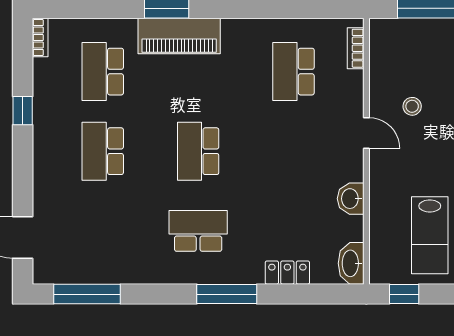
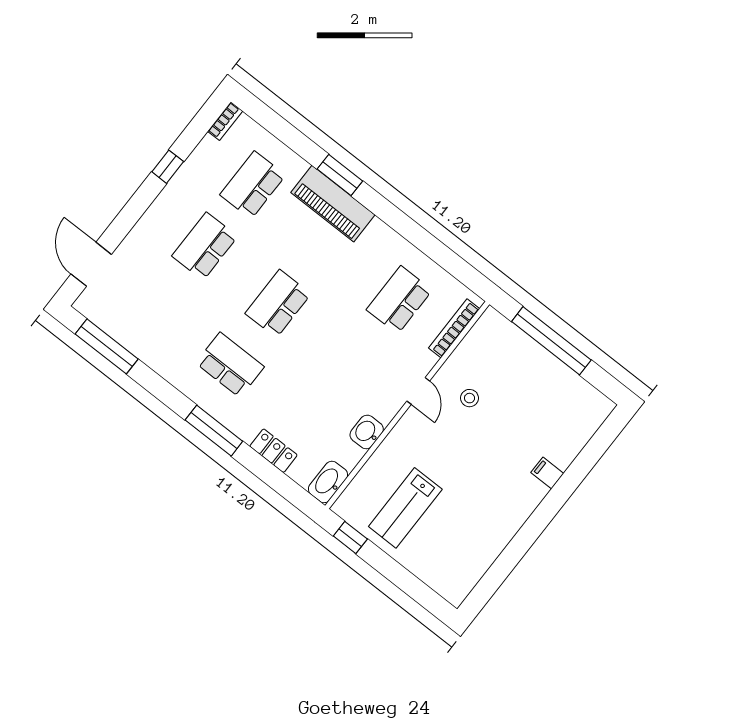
bookcase: (356, 48) -> (454, 328), width x1.56

